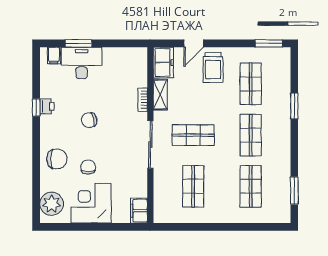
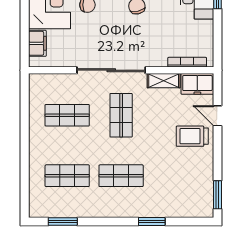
shop shelf: (251, 84) -> (175, 176), removed
bookcase: (143, 100) -> (187, 62), moved, width x1.56
sliding door: (150, 144) -> (111, 70), width x1.36
filing cabinet: (139, 211) -> (37, 43), moved, turned 90

